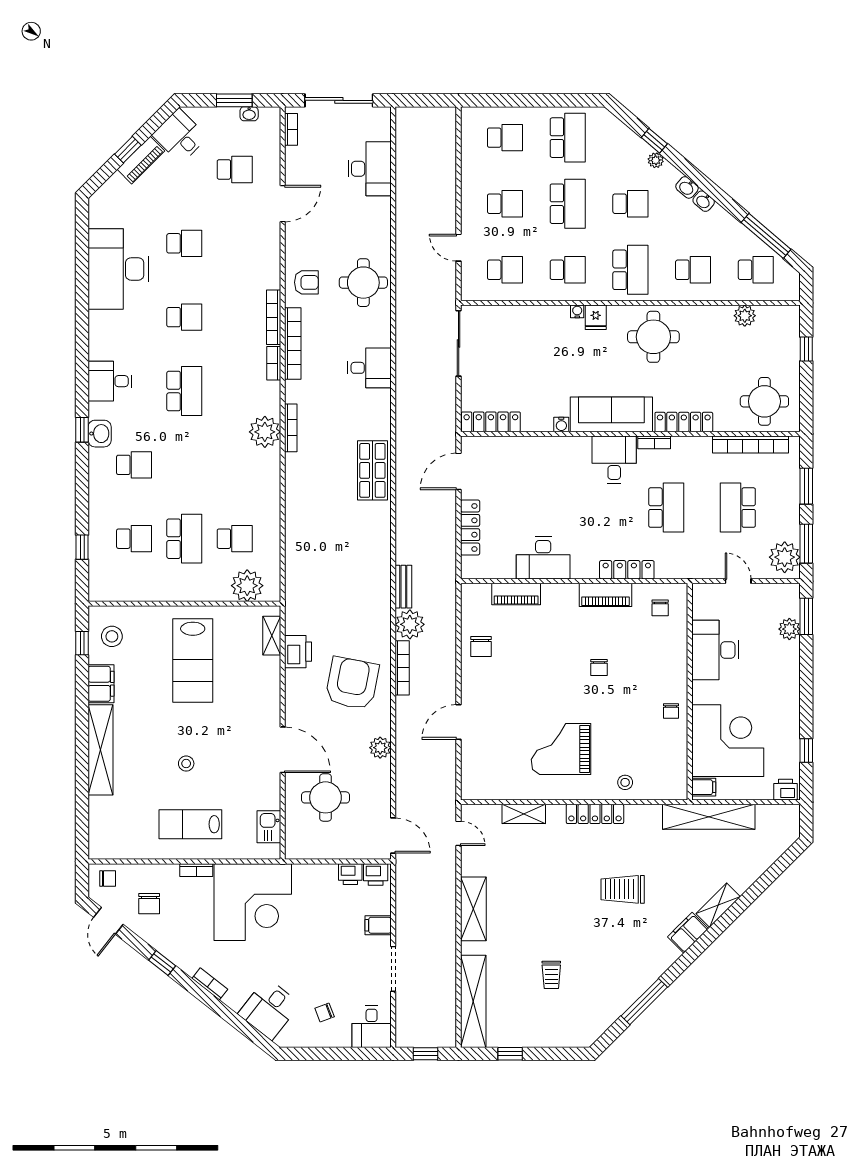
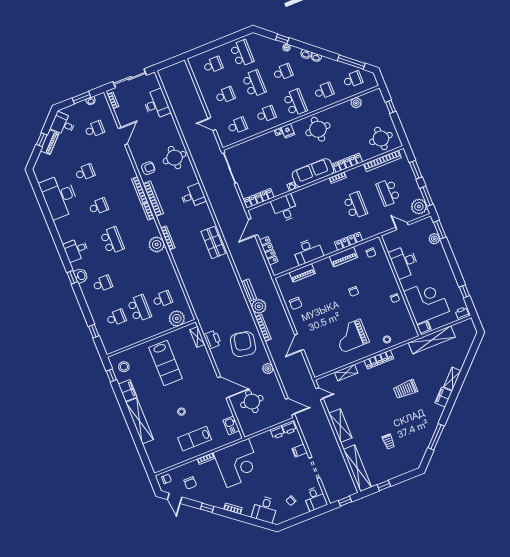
desk: (614, 460) -> (285, 208), moved

